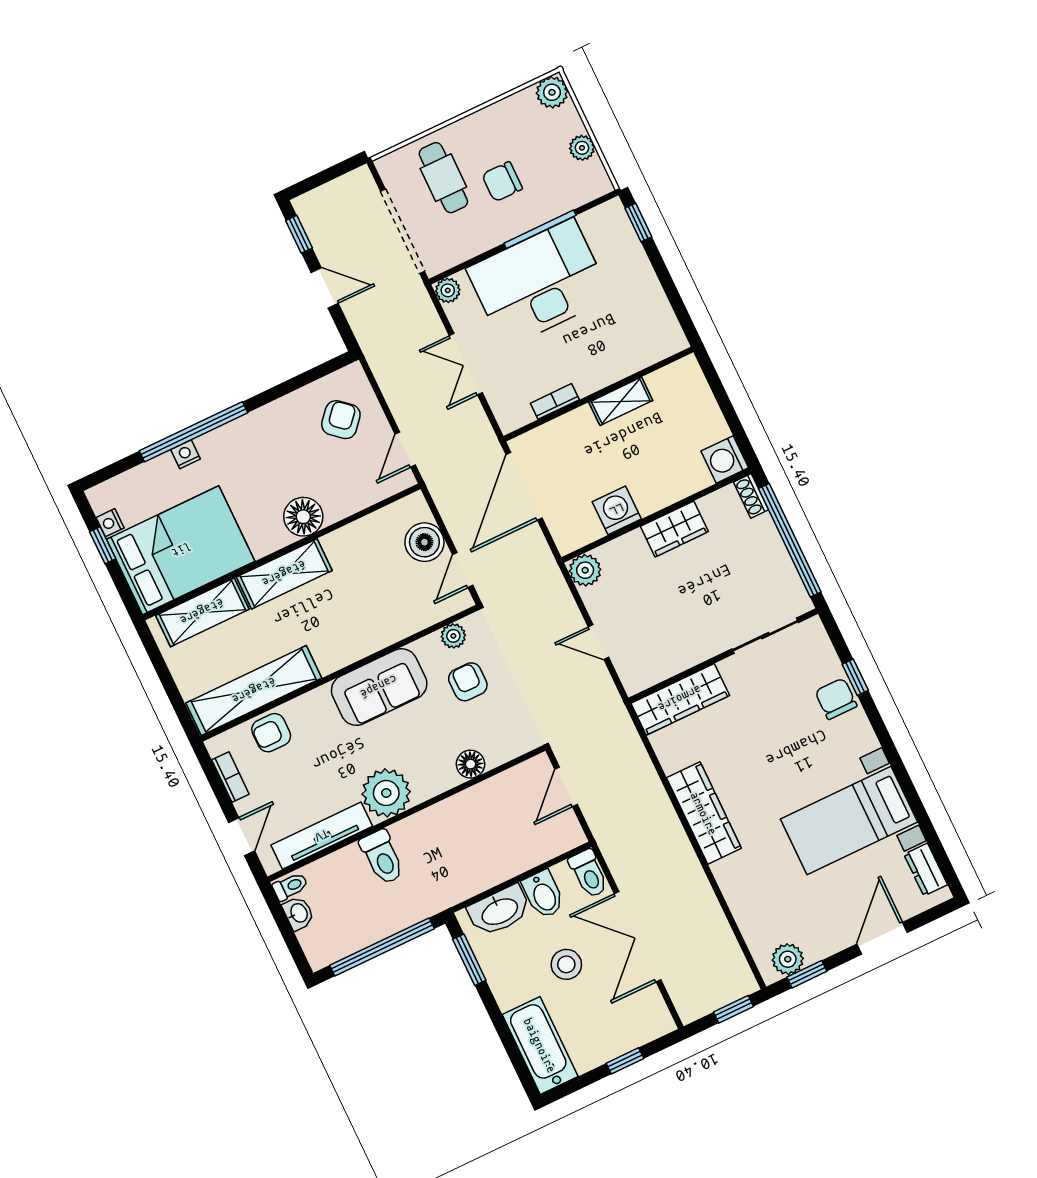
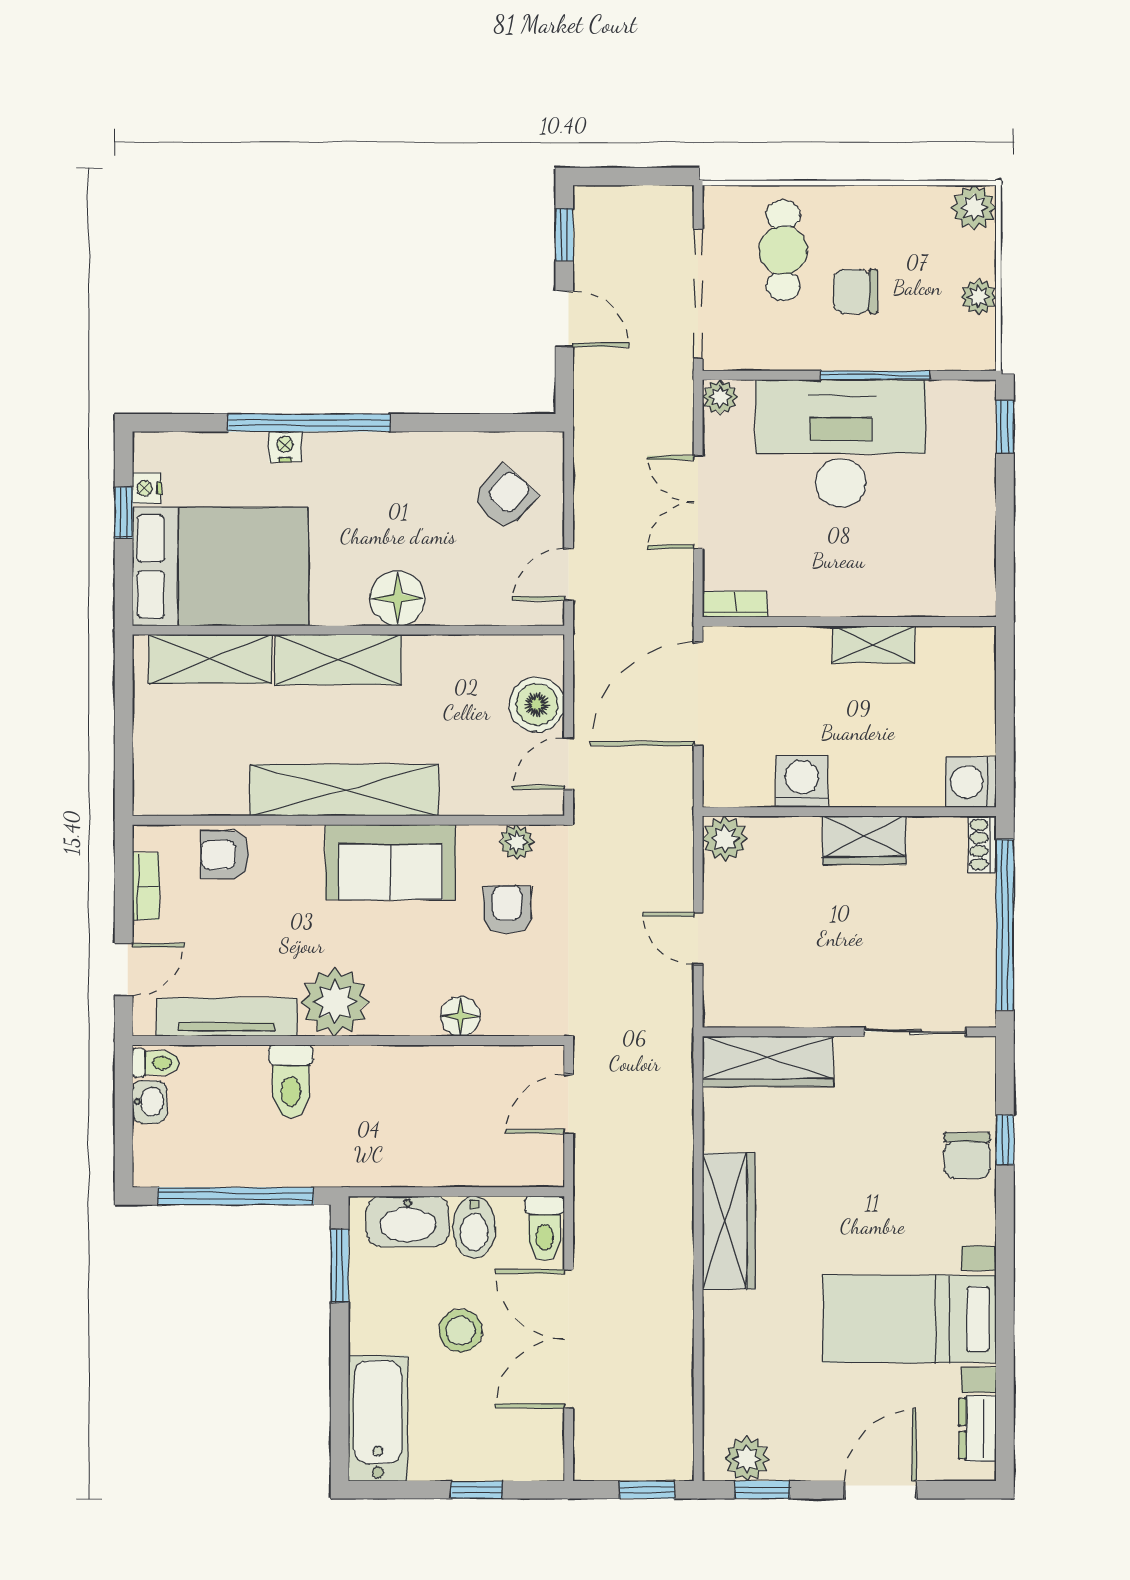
bookcase: (555, 401) -> (735, 604), moved
shelving: (254, 691) -> (344, 790), moved
chair: (836, 699) -> (967, 1155), turned 180

